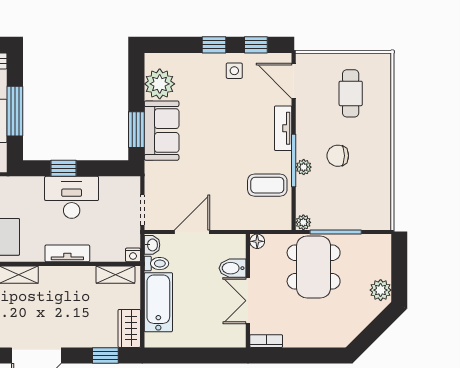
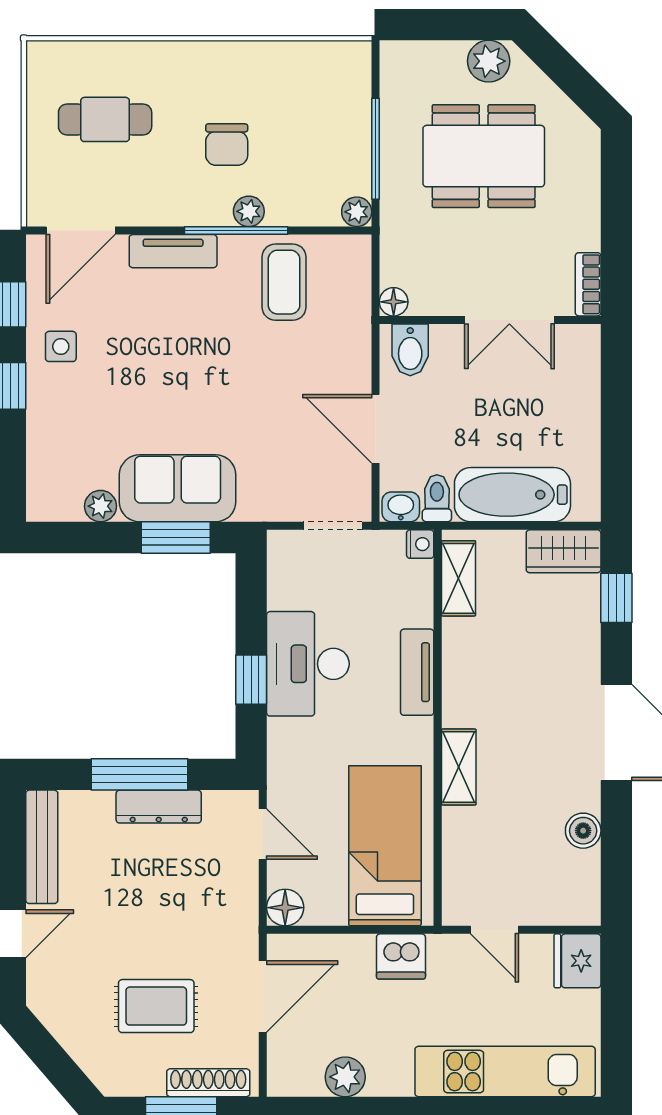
plant: (160, 84) -> (101, 506), width x0.53, depth x0.53
dining table: (314, 267) -> (484, 156), moved
bidet: (233, 268) -> (410, 350), moved

